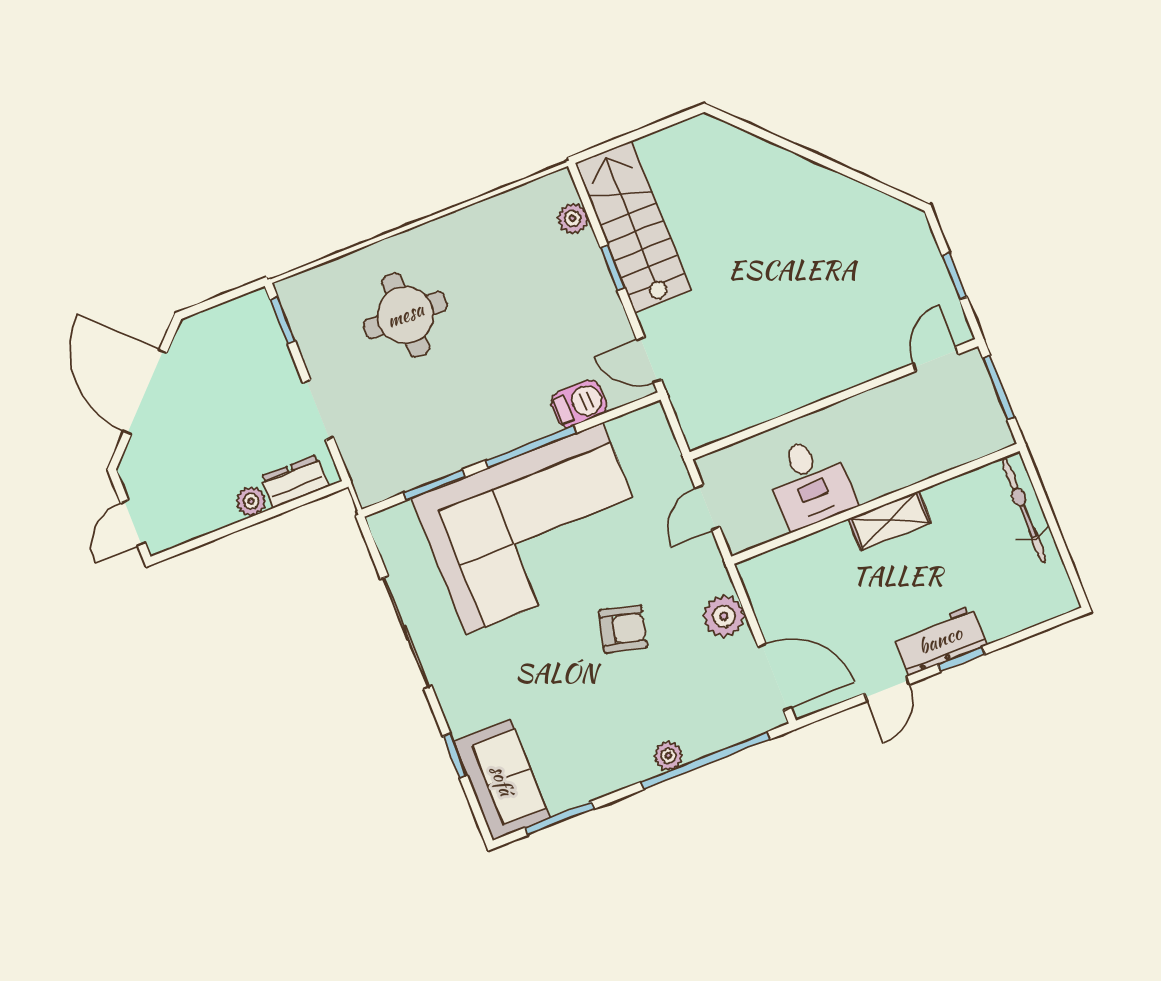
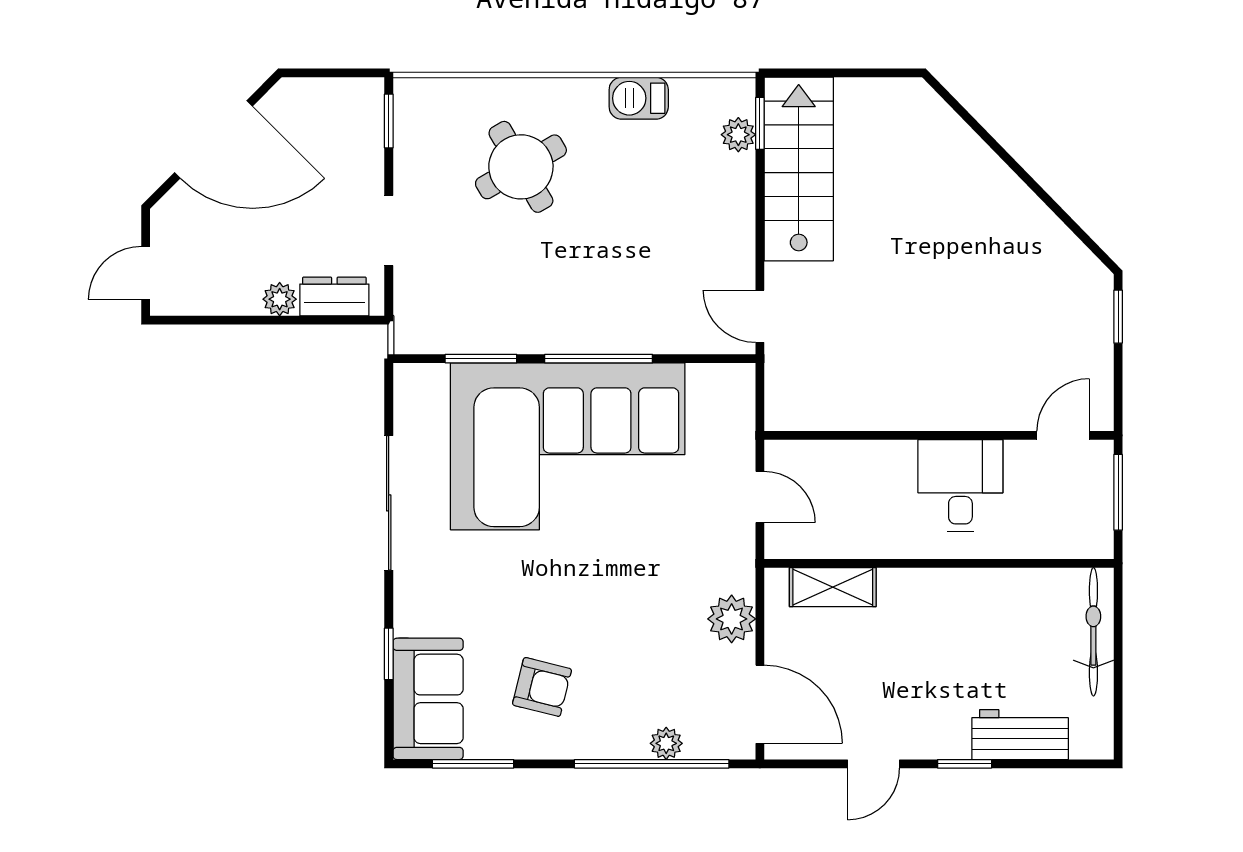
window: (613, 268) -> (760, 123), moved
window: (955, 276) -> (1118, 317), moved
round table: (405, 315) -> (521, 167), turned -30
door: (145, 392) -> (213, 139), swing flipped
barbecue: (579, 404) -> (639, 98), moved, turned 180
desk: (810, 482) -> (960, 485), moved, turned 180
door: (708, 508) -> (760, 497), swing flipped
shelving: (890, 521) -> (833, 587), moved
armchair: (623, 629) -> (542, 687), moved
workbench: (940, 640) -> (1020, 735), moved
plant: (668, 756) -> (666, 743), moved

